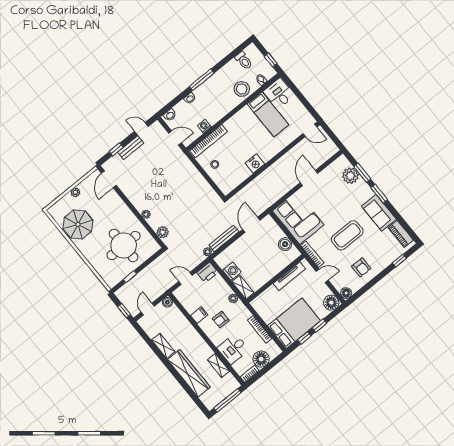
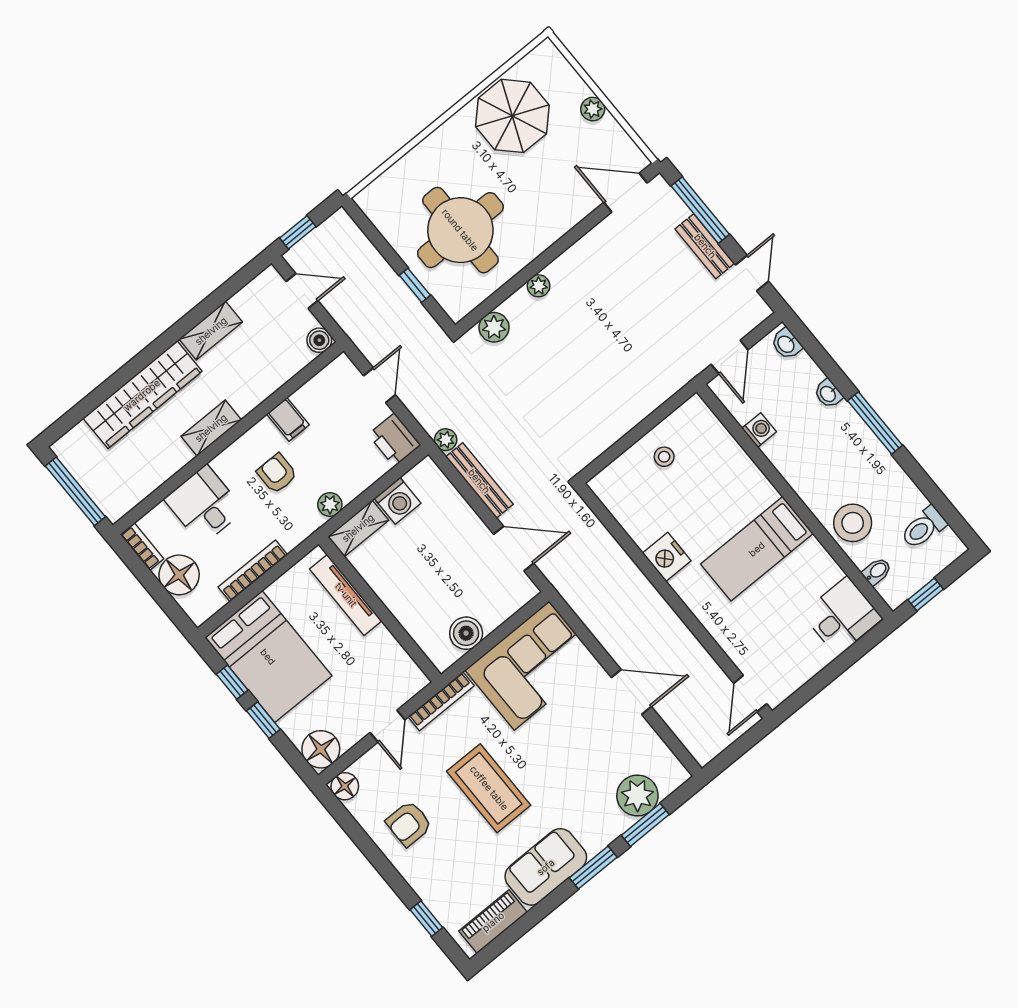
bed: (268, 114) -> (757, 549), moved
bookcase: (209, 141) -> (722, 441), removed
window: (116, 149) -> (700, 210), width x2.17
tv unit: (289, 276) -> (346, 595), moved
window: (130, 277) -> (415, 285), moved
shelving: (218, 366) -> (211, 428), moved

